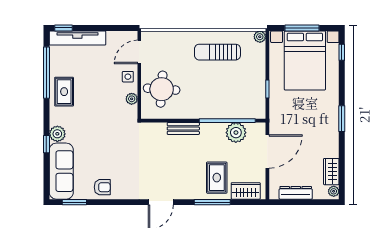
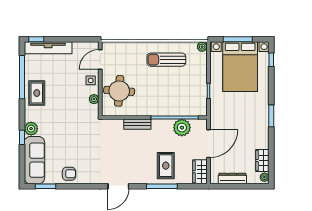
wardrobe: (246, 191) -> (200, 172), moved, turned -90

